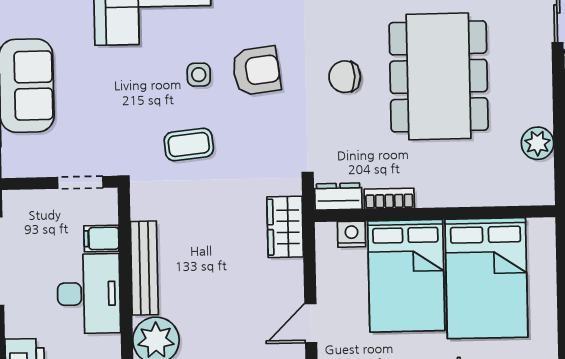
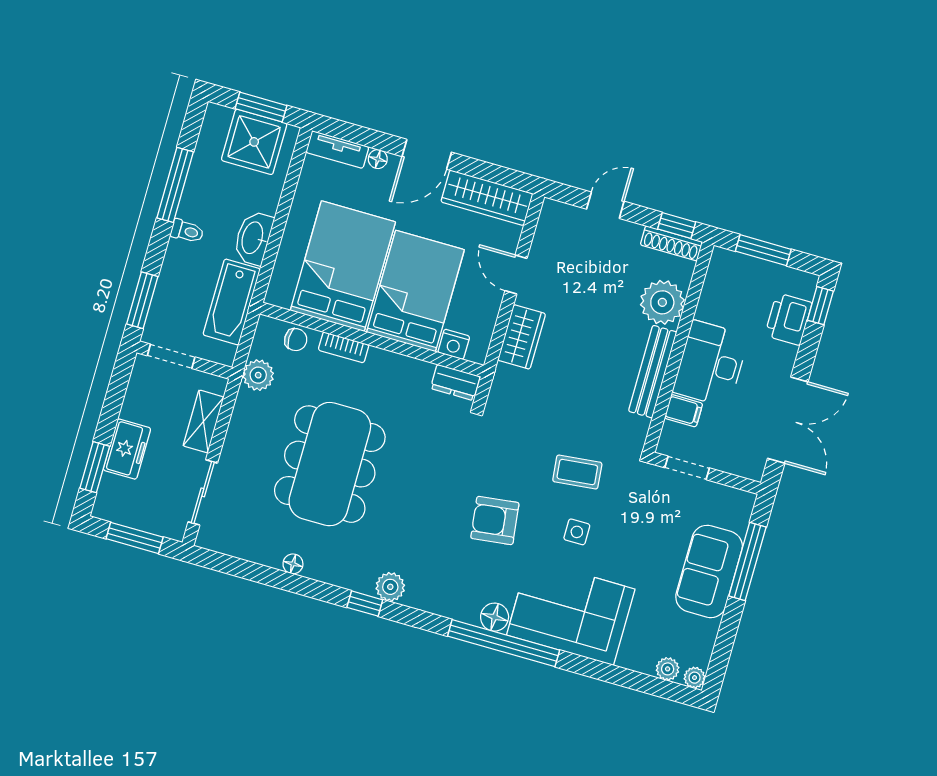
side table: (199, 75) -> (577, 532), moved
chair: (345, 77) -> (296, 340), moved, width x0.73, depth x0.73
bookcase: (389, 199) -> (344, 347), moved
wardrobe: (285, 227) -> (522, 337), moved
door: (311, 323) -> (516, 274), swing flipped

